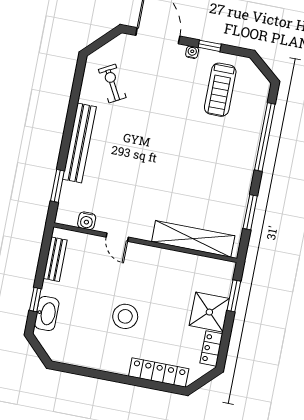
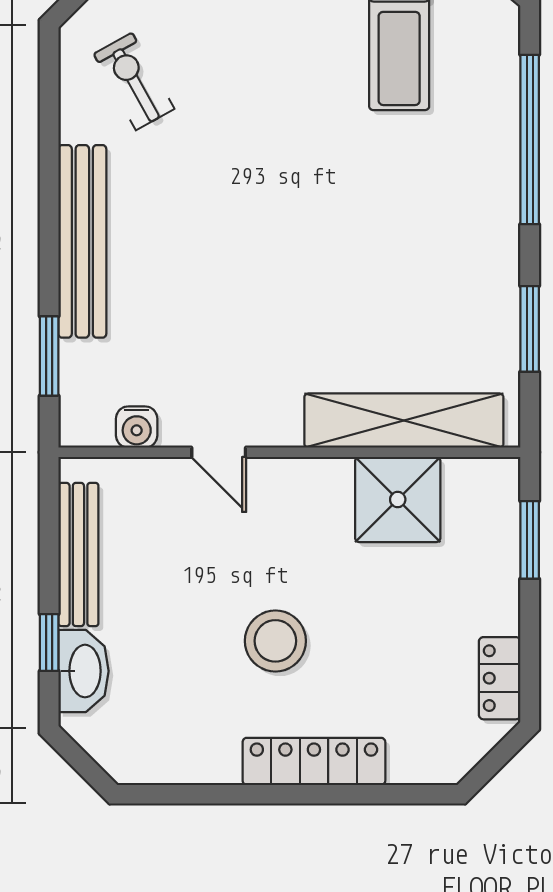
bench: (55, 259) -> (78, 555), width x1.36
shower: (209, 312) -> (398, 500), moved
locker: (159, 372) -> (314, 761), moved

